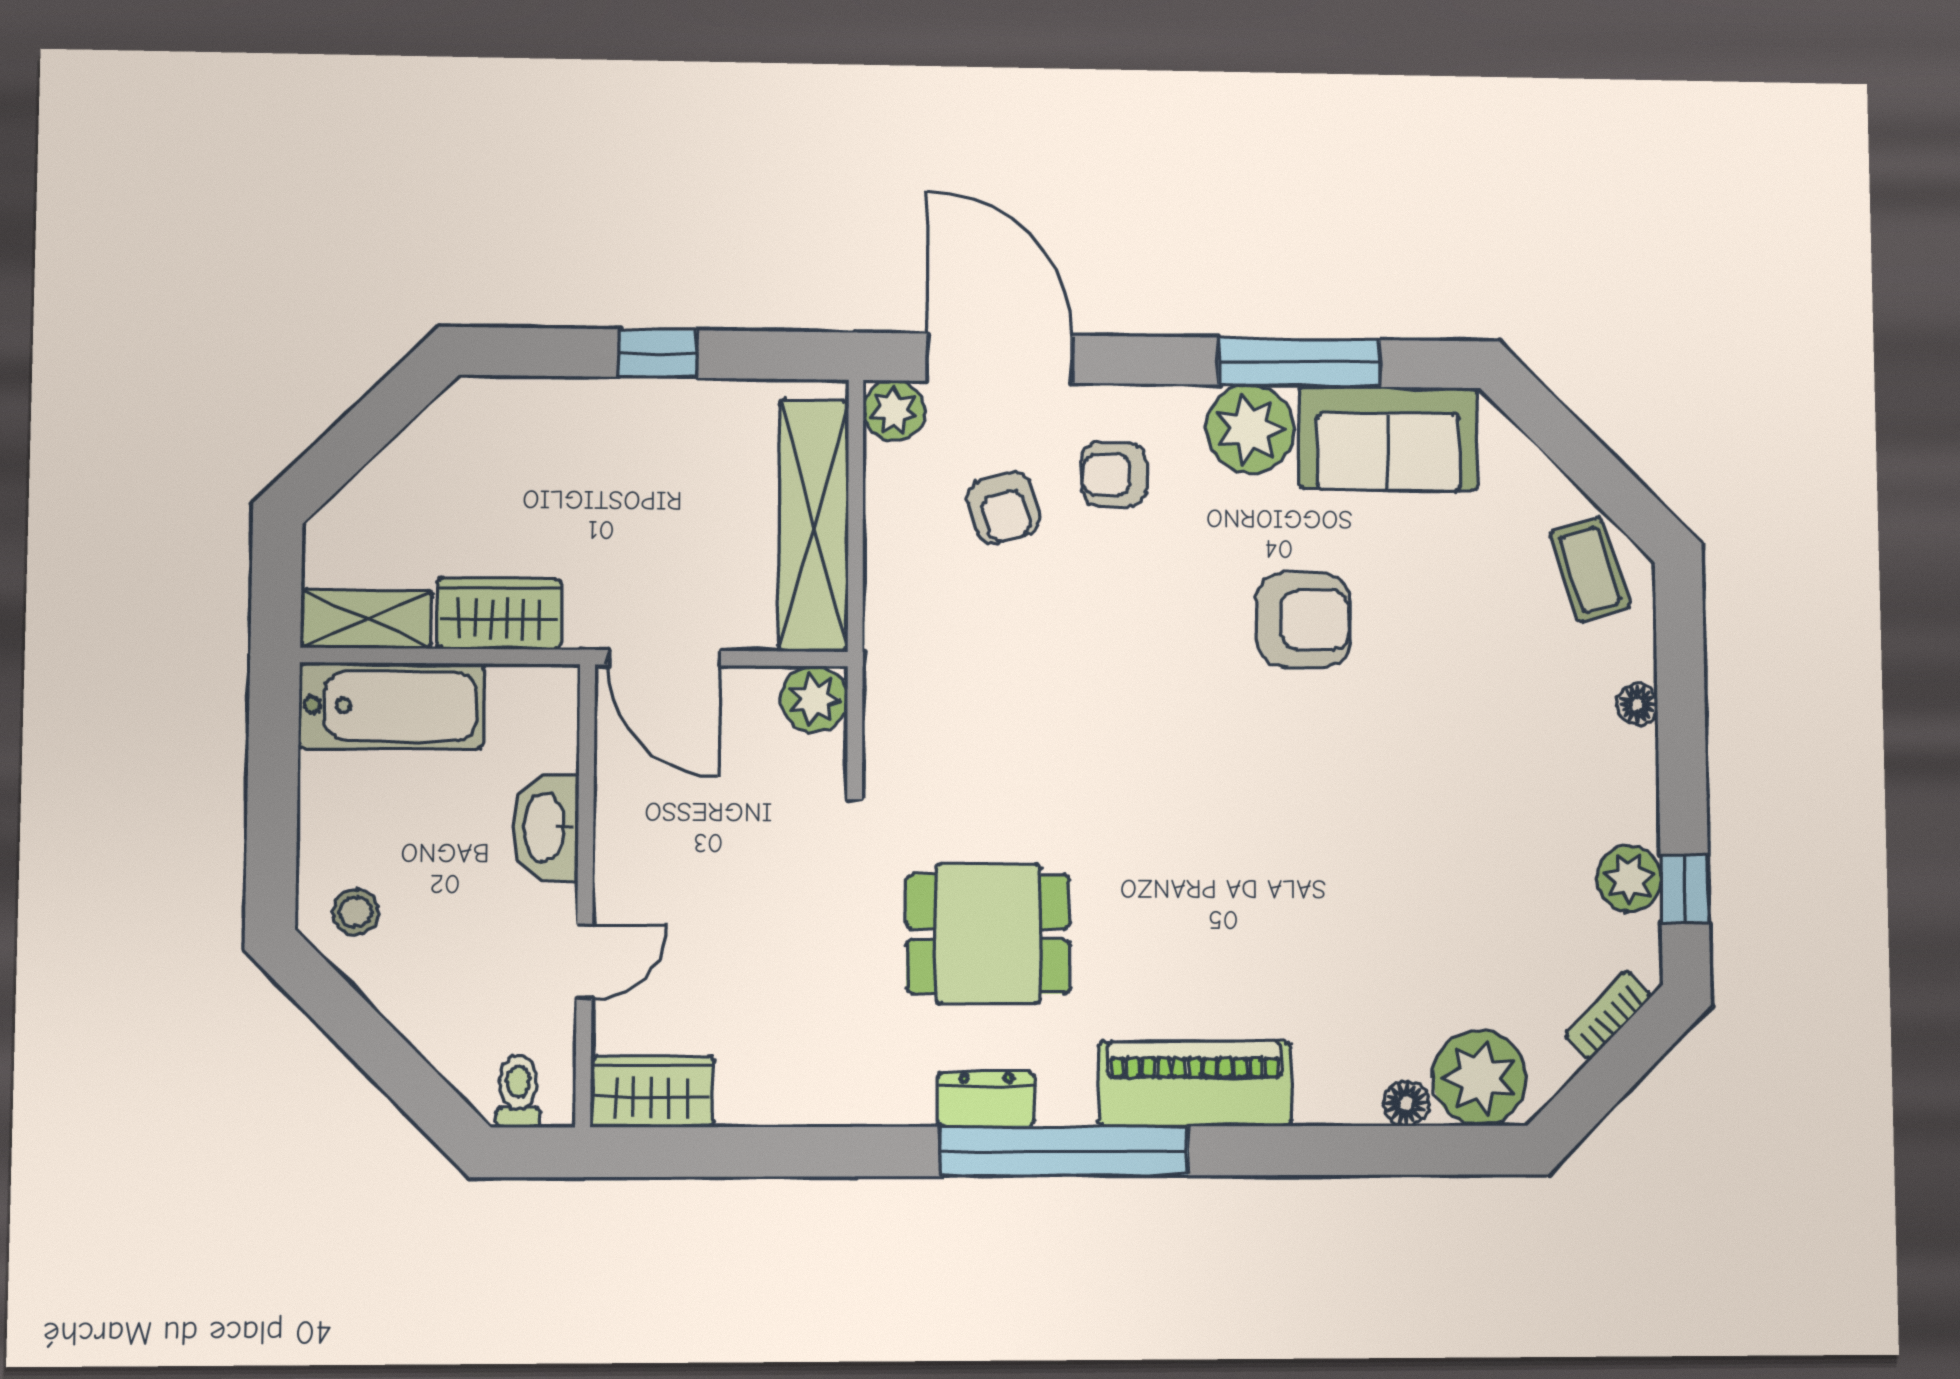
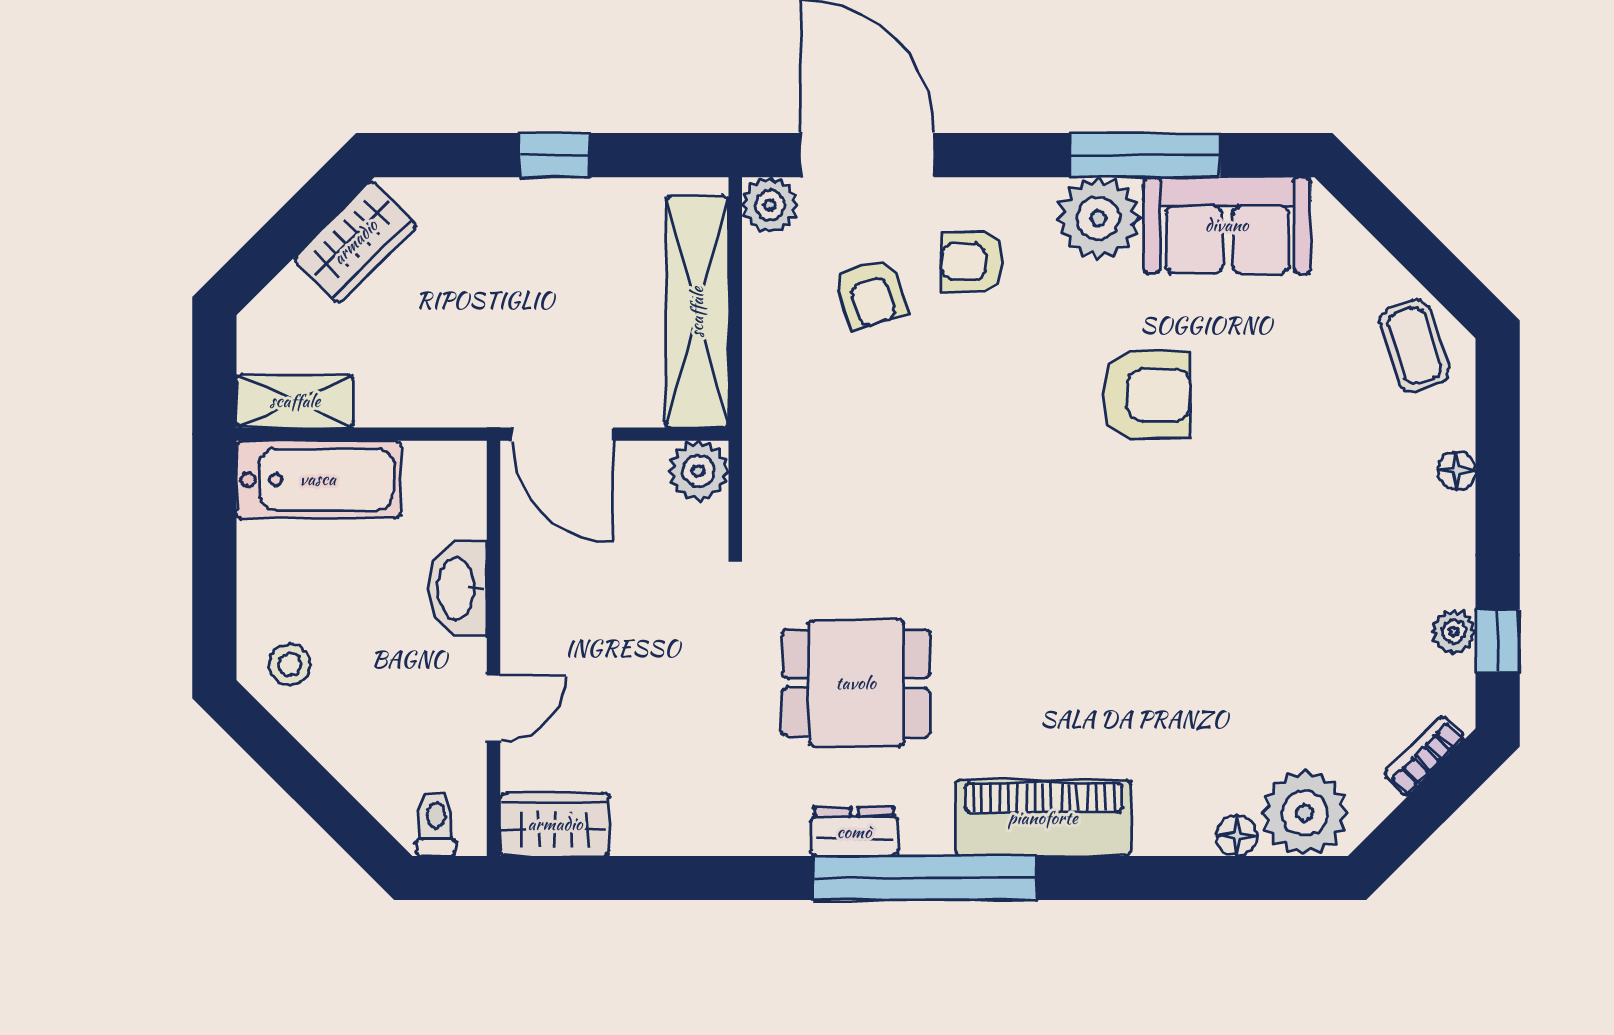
wardrobe: (499, 614) -> (355, 242), moved, turned 135
plant: (1629, 879) -> (1454, 632), width x0.73, depth x0.73

